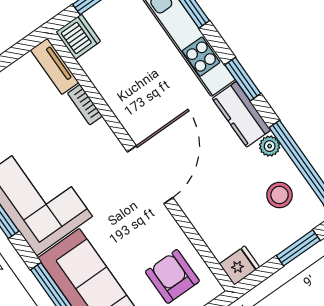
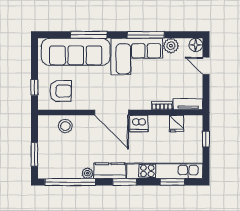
dishwasher: (78, 37) -> (139, 124), moved
stool: (280, 195) -> (65, 126), moved
fridge: (239, 265) -> (177, 124), moved

